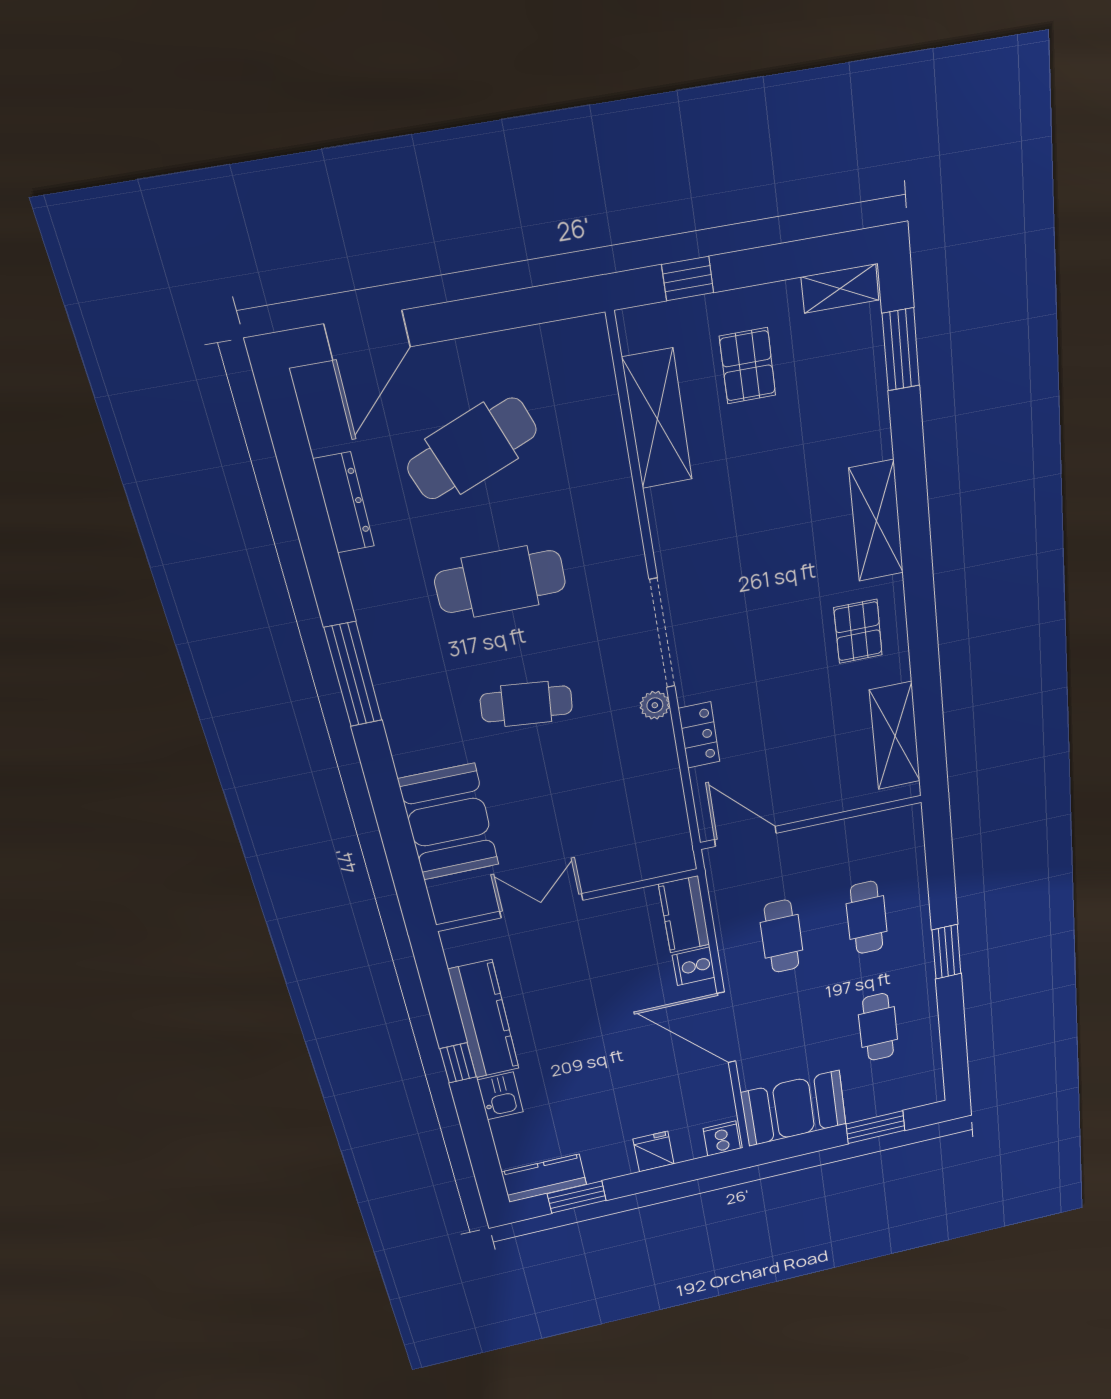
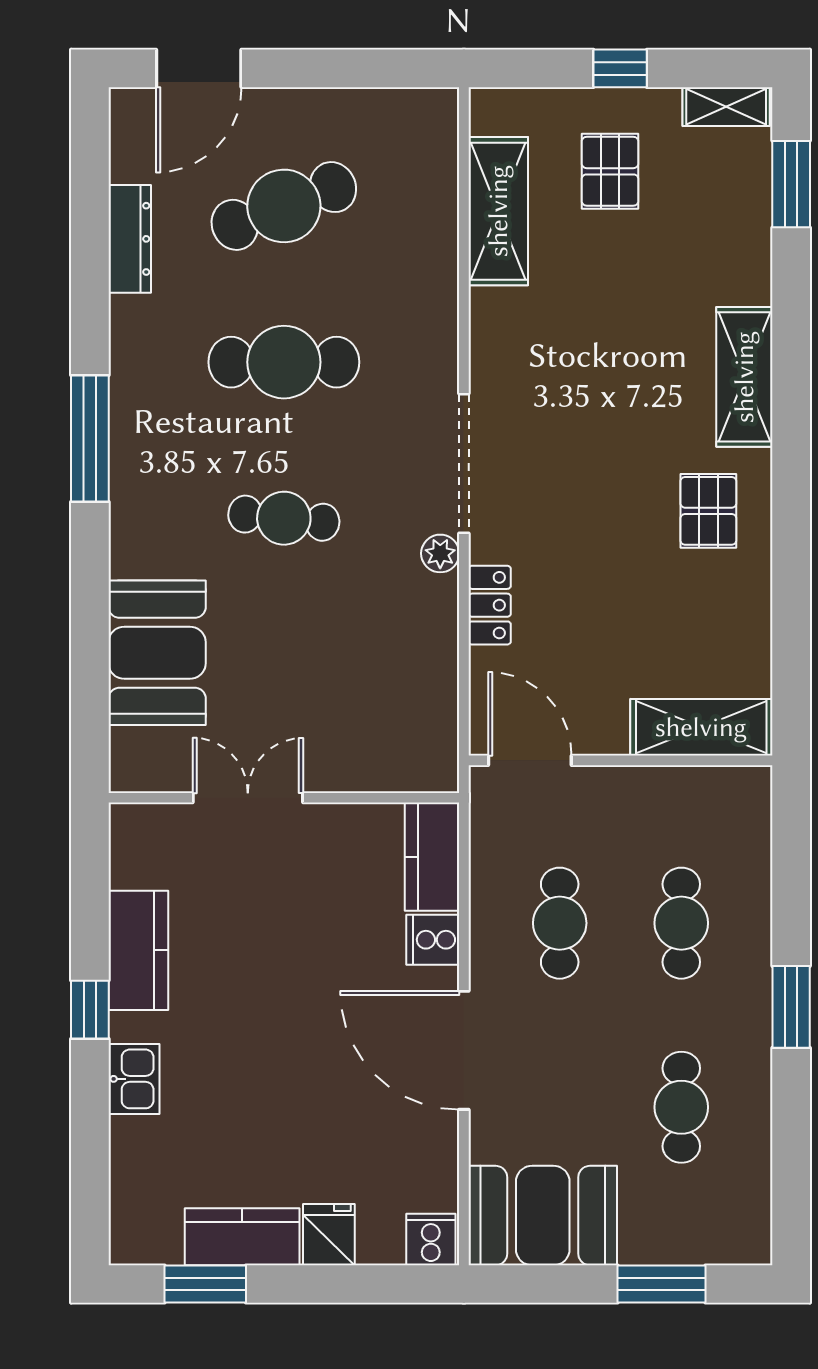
window: (688, 279) -> (620, 68), moved
shelving: (895, 736) -> (701, 727), moved, turned 90
kitchen counter: (484, 1020) -> (138, 950), width x0.67
kitchen counter: (544, 1178) -> (242, 1237), moved

